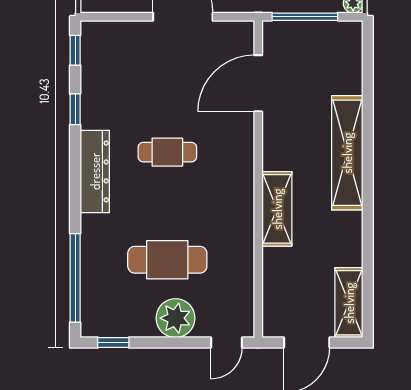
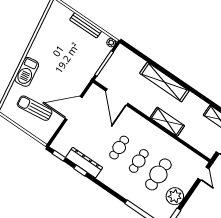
dresser: (95, 171) -> (84, 163), moved
cafe table: (167, 206) -> (139, 161), added
plant: (175, 318) -> (175, 196), moved

